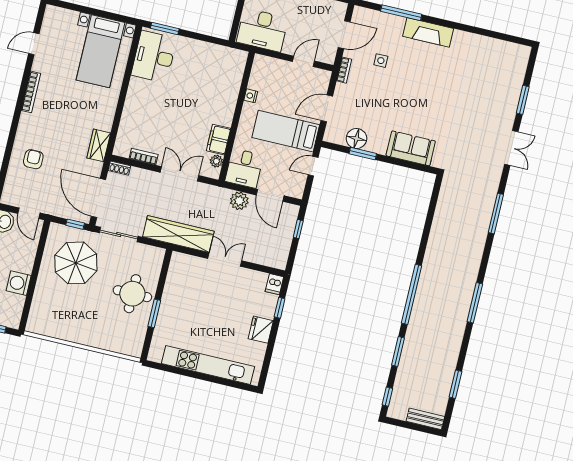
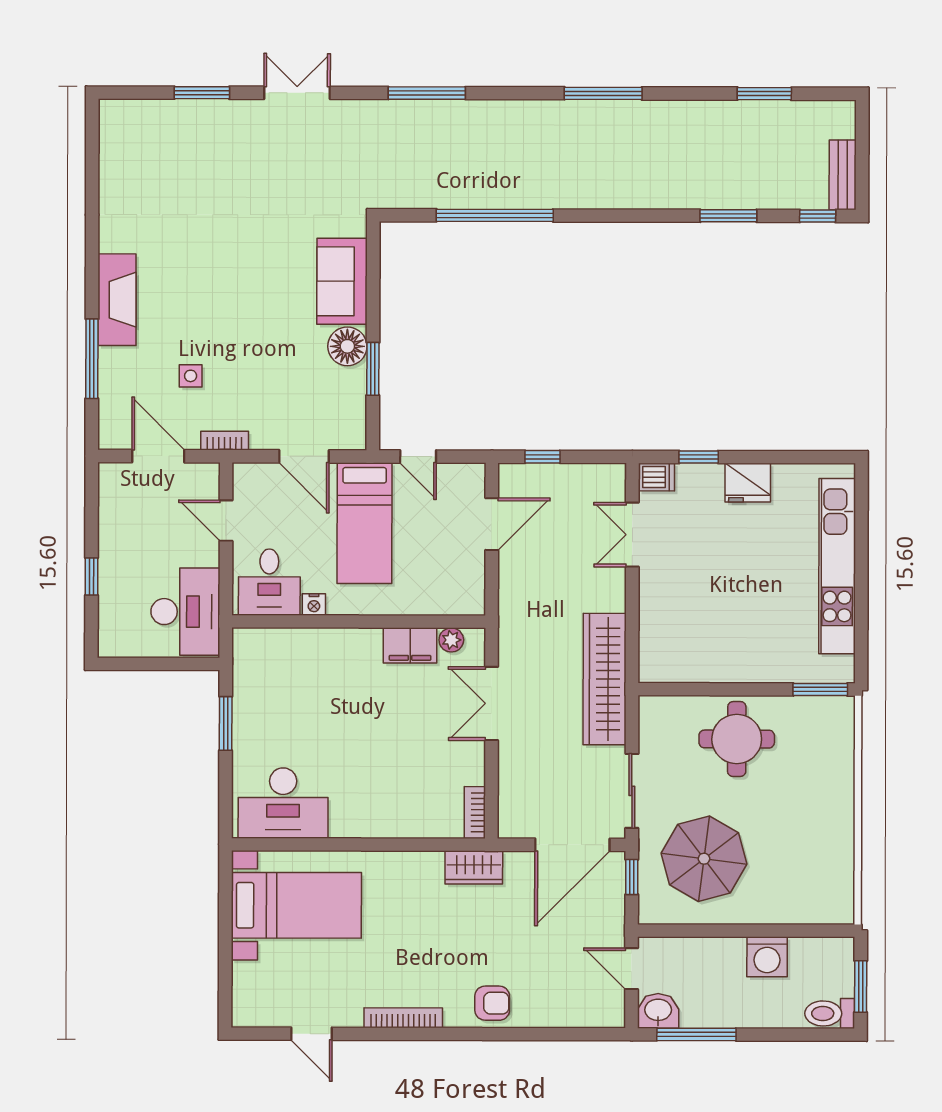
window: (165, 29) -> (226, 724), moved
floor lamp: (356, 138) -> (347, 346), moved
bookcase: (144, 157) -> (475, 813), moved
armchair: (33, 159) -> (492, 1003), moved, turned 180
shoe rack: (119, 168) -> (507, 819), removed
desk: (244, 168) -> (269, 582), moved, turned 90
plant: (239, 201) -> (516, 580), removed
door: (29, 213) -> (632, 969), swing flipped
double door: (225, 260) -> (632, 535), moved
window: (412, 294) -> (495, 215), moved
window: (154, 313) -> (820, 689), moved
bench: (425, 419) -> (843, 175), moved

